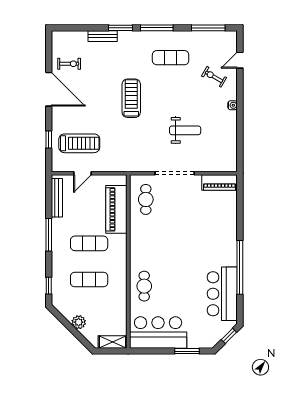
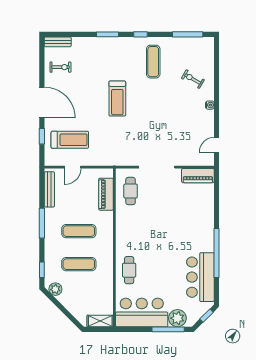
window: (157, 28) -> (141, 34), width x0.46
bench: (103, 36) -> (58, 42), moved
exercise mat: (171, 58) -> (153, 62), turned 90
door: (240, 60) -> (217, 145), moved
door: (49, 89) -> (42, 102), moved
treadmill: (131, 98) -> (117, 99), turned 180
weight bench: (185, 130) -> (166, 128), removed
piano: (116, 209) -> (106, 194), width x0.73, depth x0.75
plant: (79, 322) -> (55, 289), moved
plant: (197, 339) -> (177, 318), added
window: (187, 351) -> (168, 329), width x1.44

